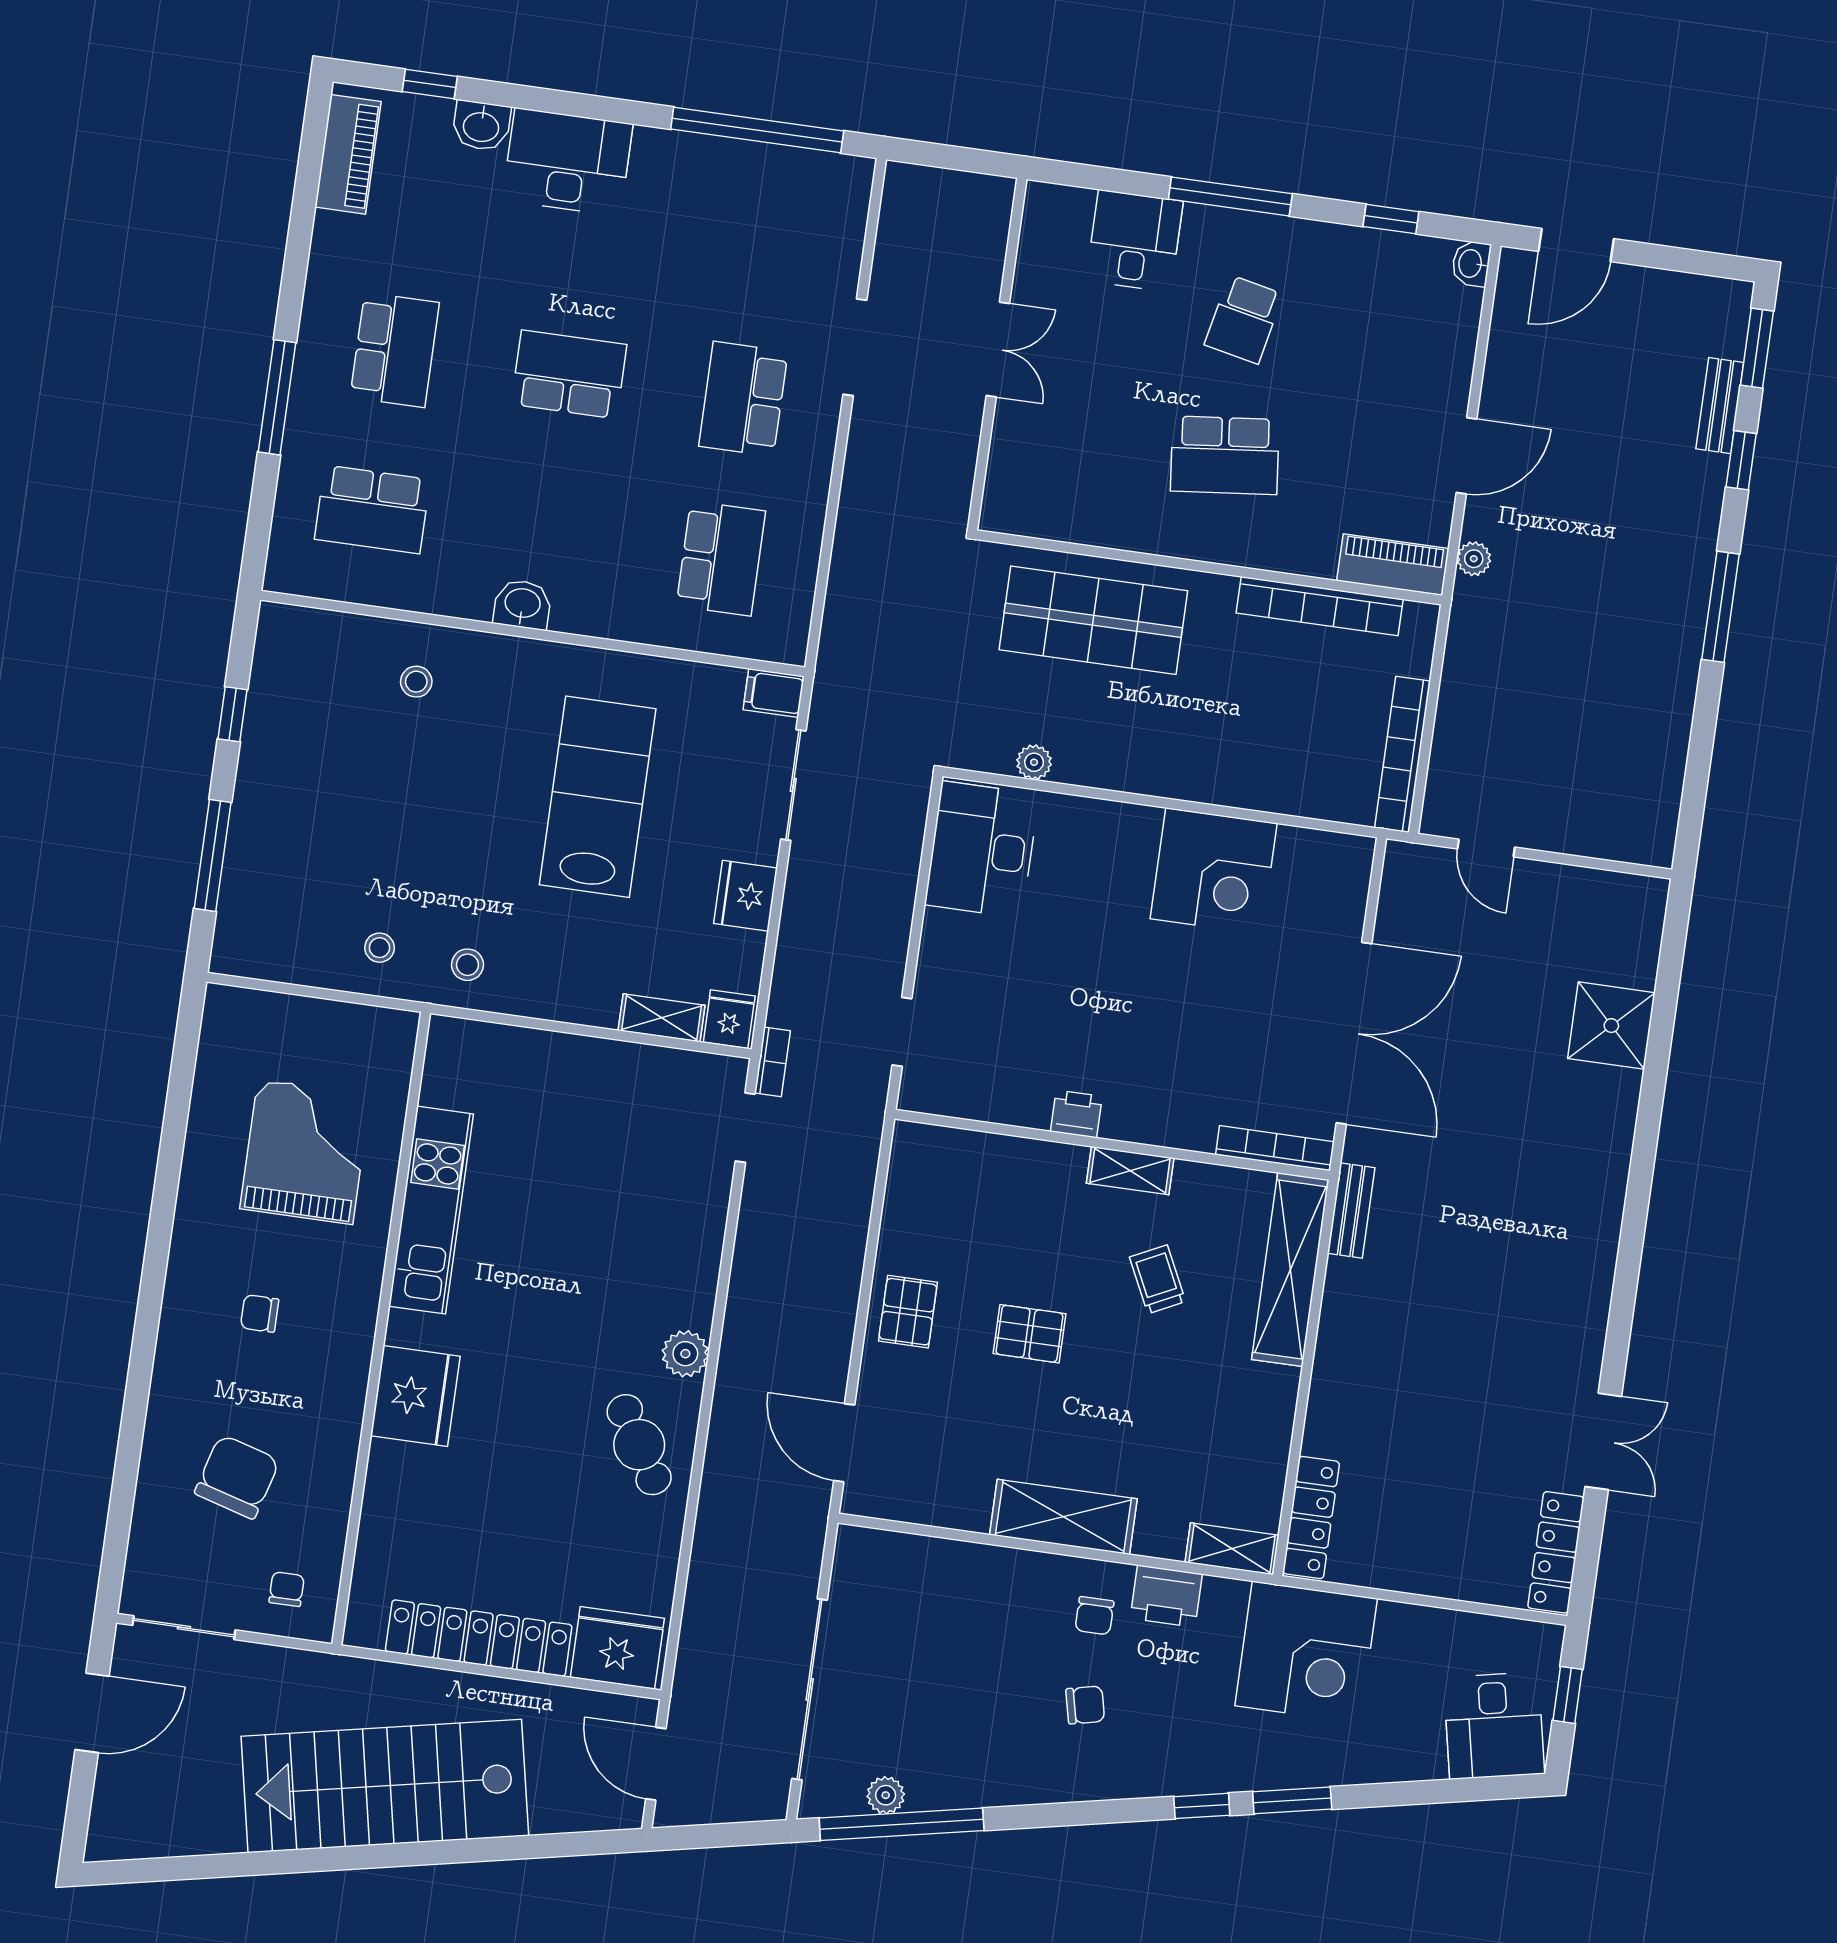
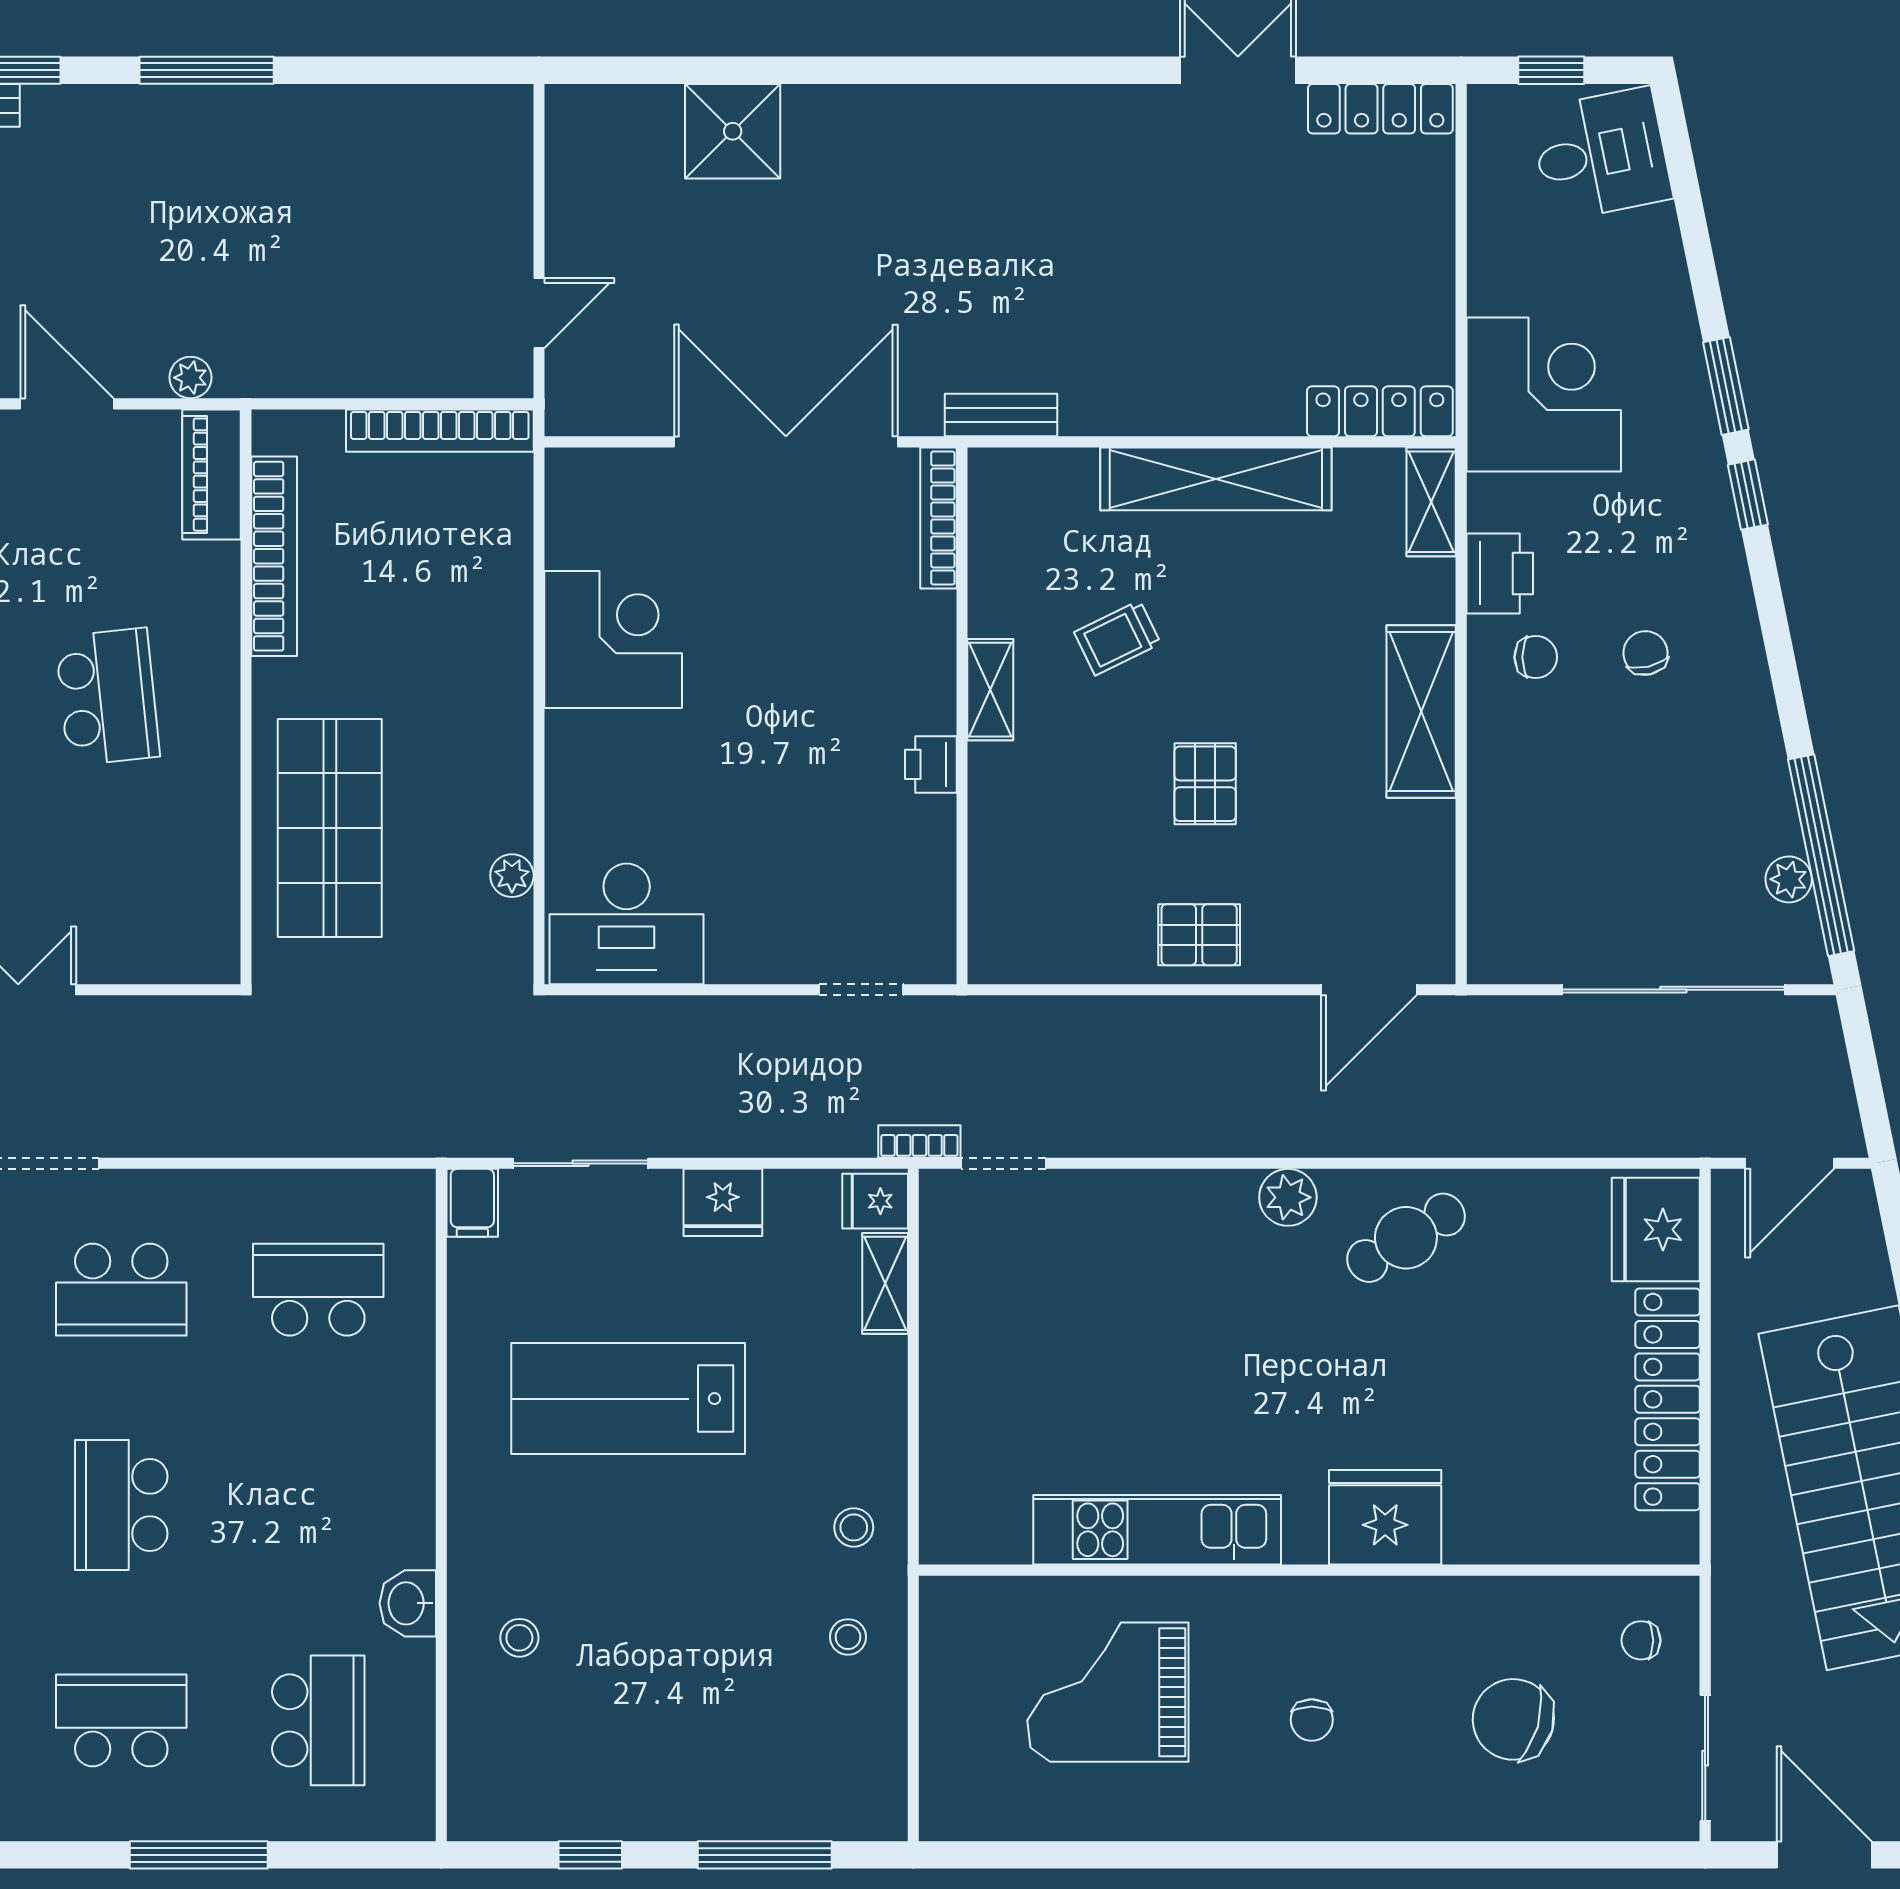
washbasin: (522, 604) -> (408, 1603), moved
shelving: (1290, 1270) -> (1216, 479), moved

